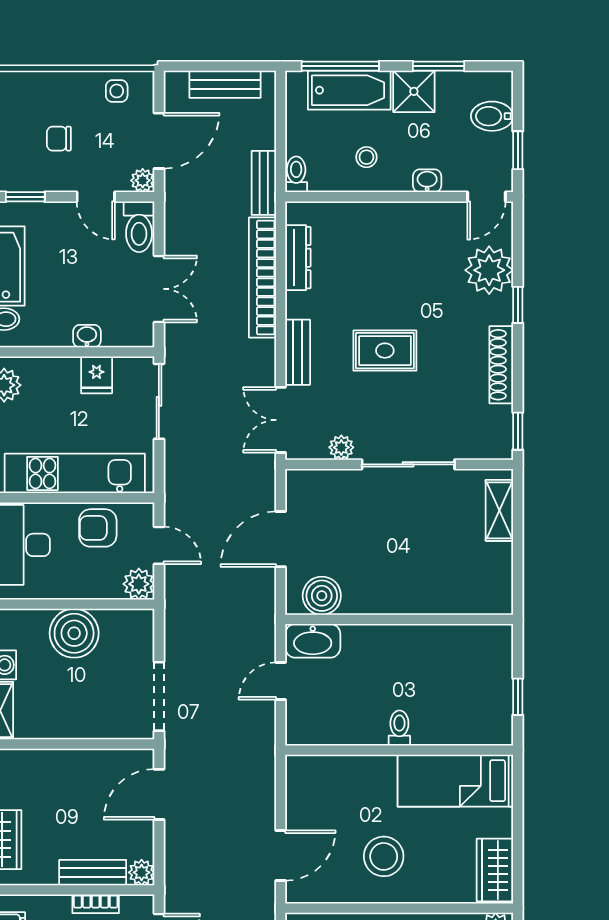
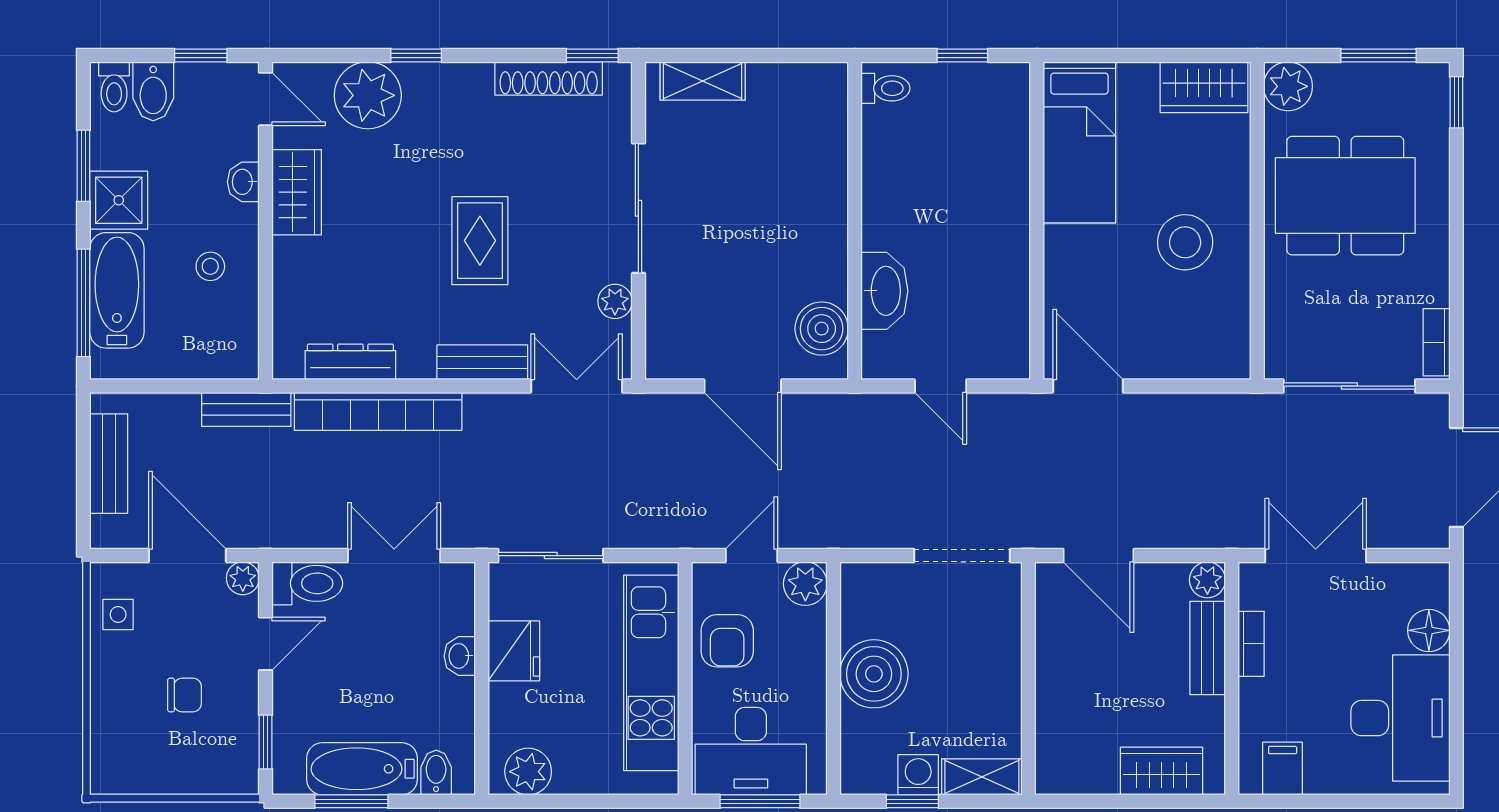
chair: (59, 139) -> (184, 695), turned -90
toilet: (296, 174) -> (114, 87), moved, turned -90
wardrobe: (420, 219) -> (297, 192), added
shoe rack: (501, 365) -> (549, 78), moved
fridge: (97, 375) -> (514, 651), width x1.38
double door: (281, 420) -> (577, 386), swing flipped
washbasin: (313, 641) -> (884, 291), moved
toilet: (399, 728) -> (885, 88), moved, turned 180
door: (281, 855) -> (1088, 386), moved

